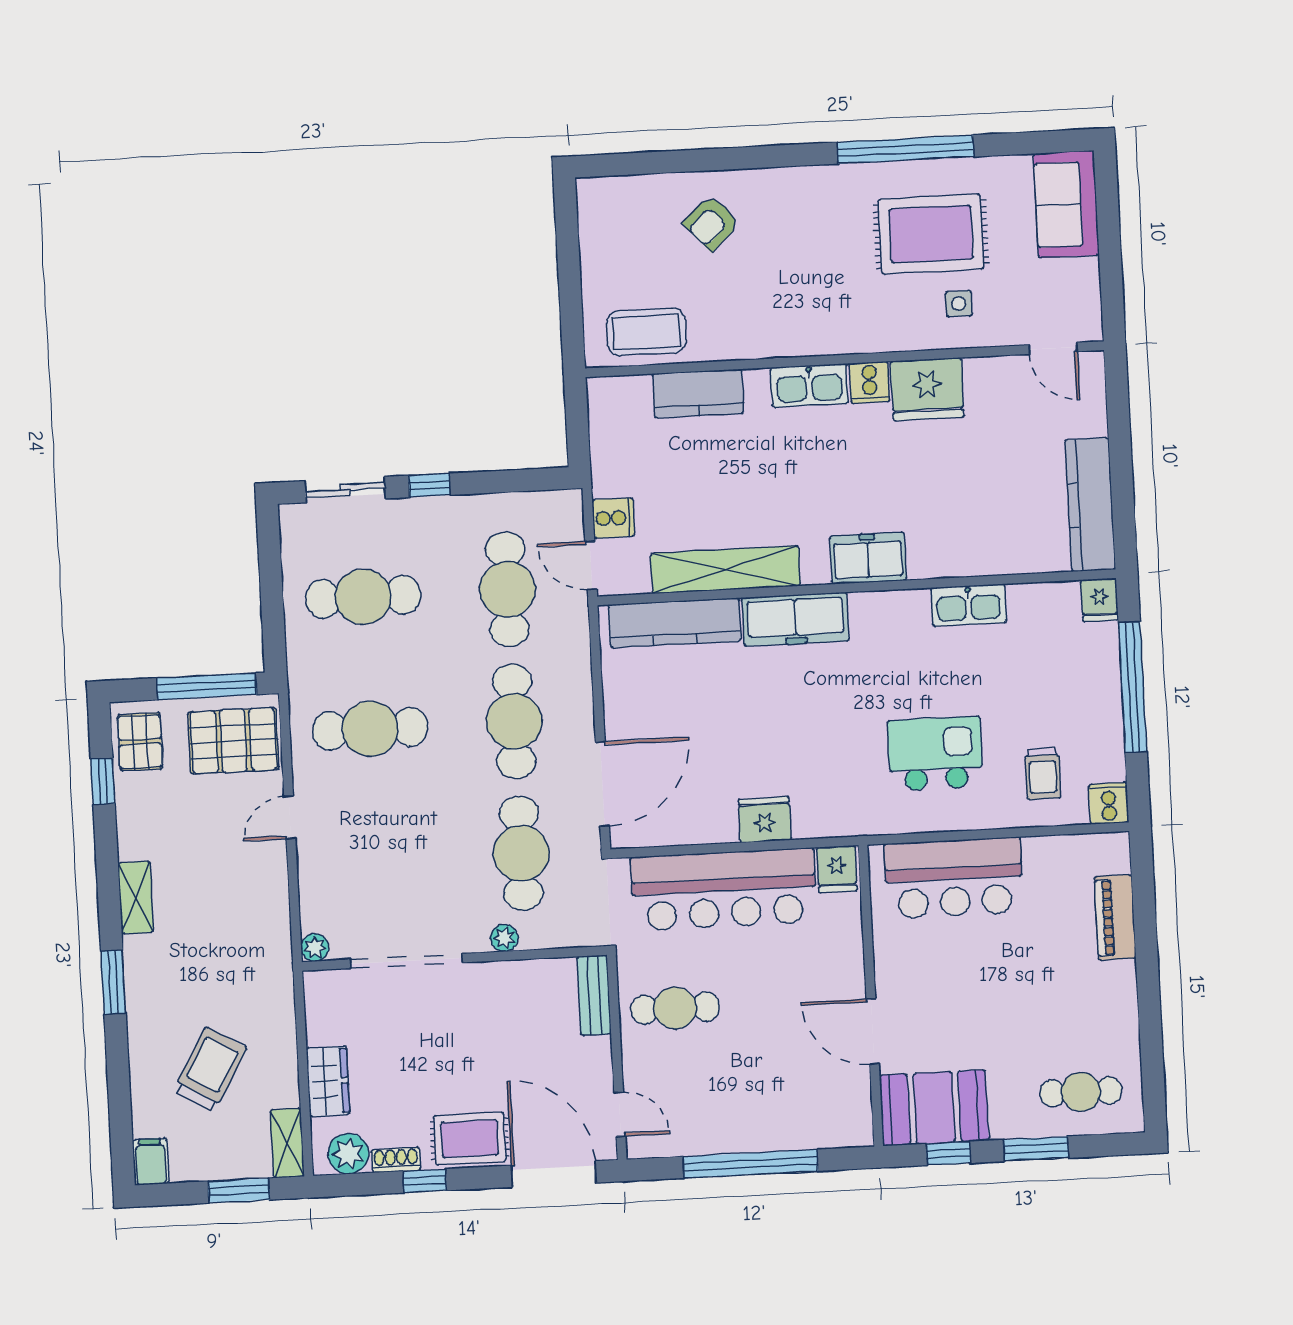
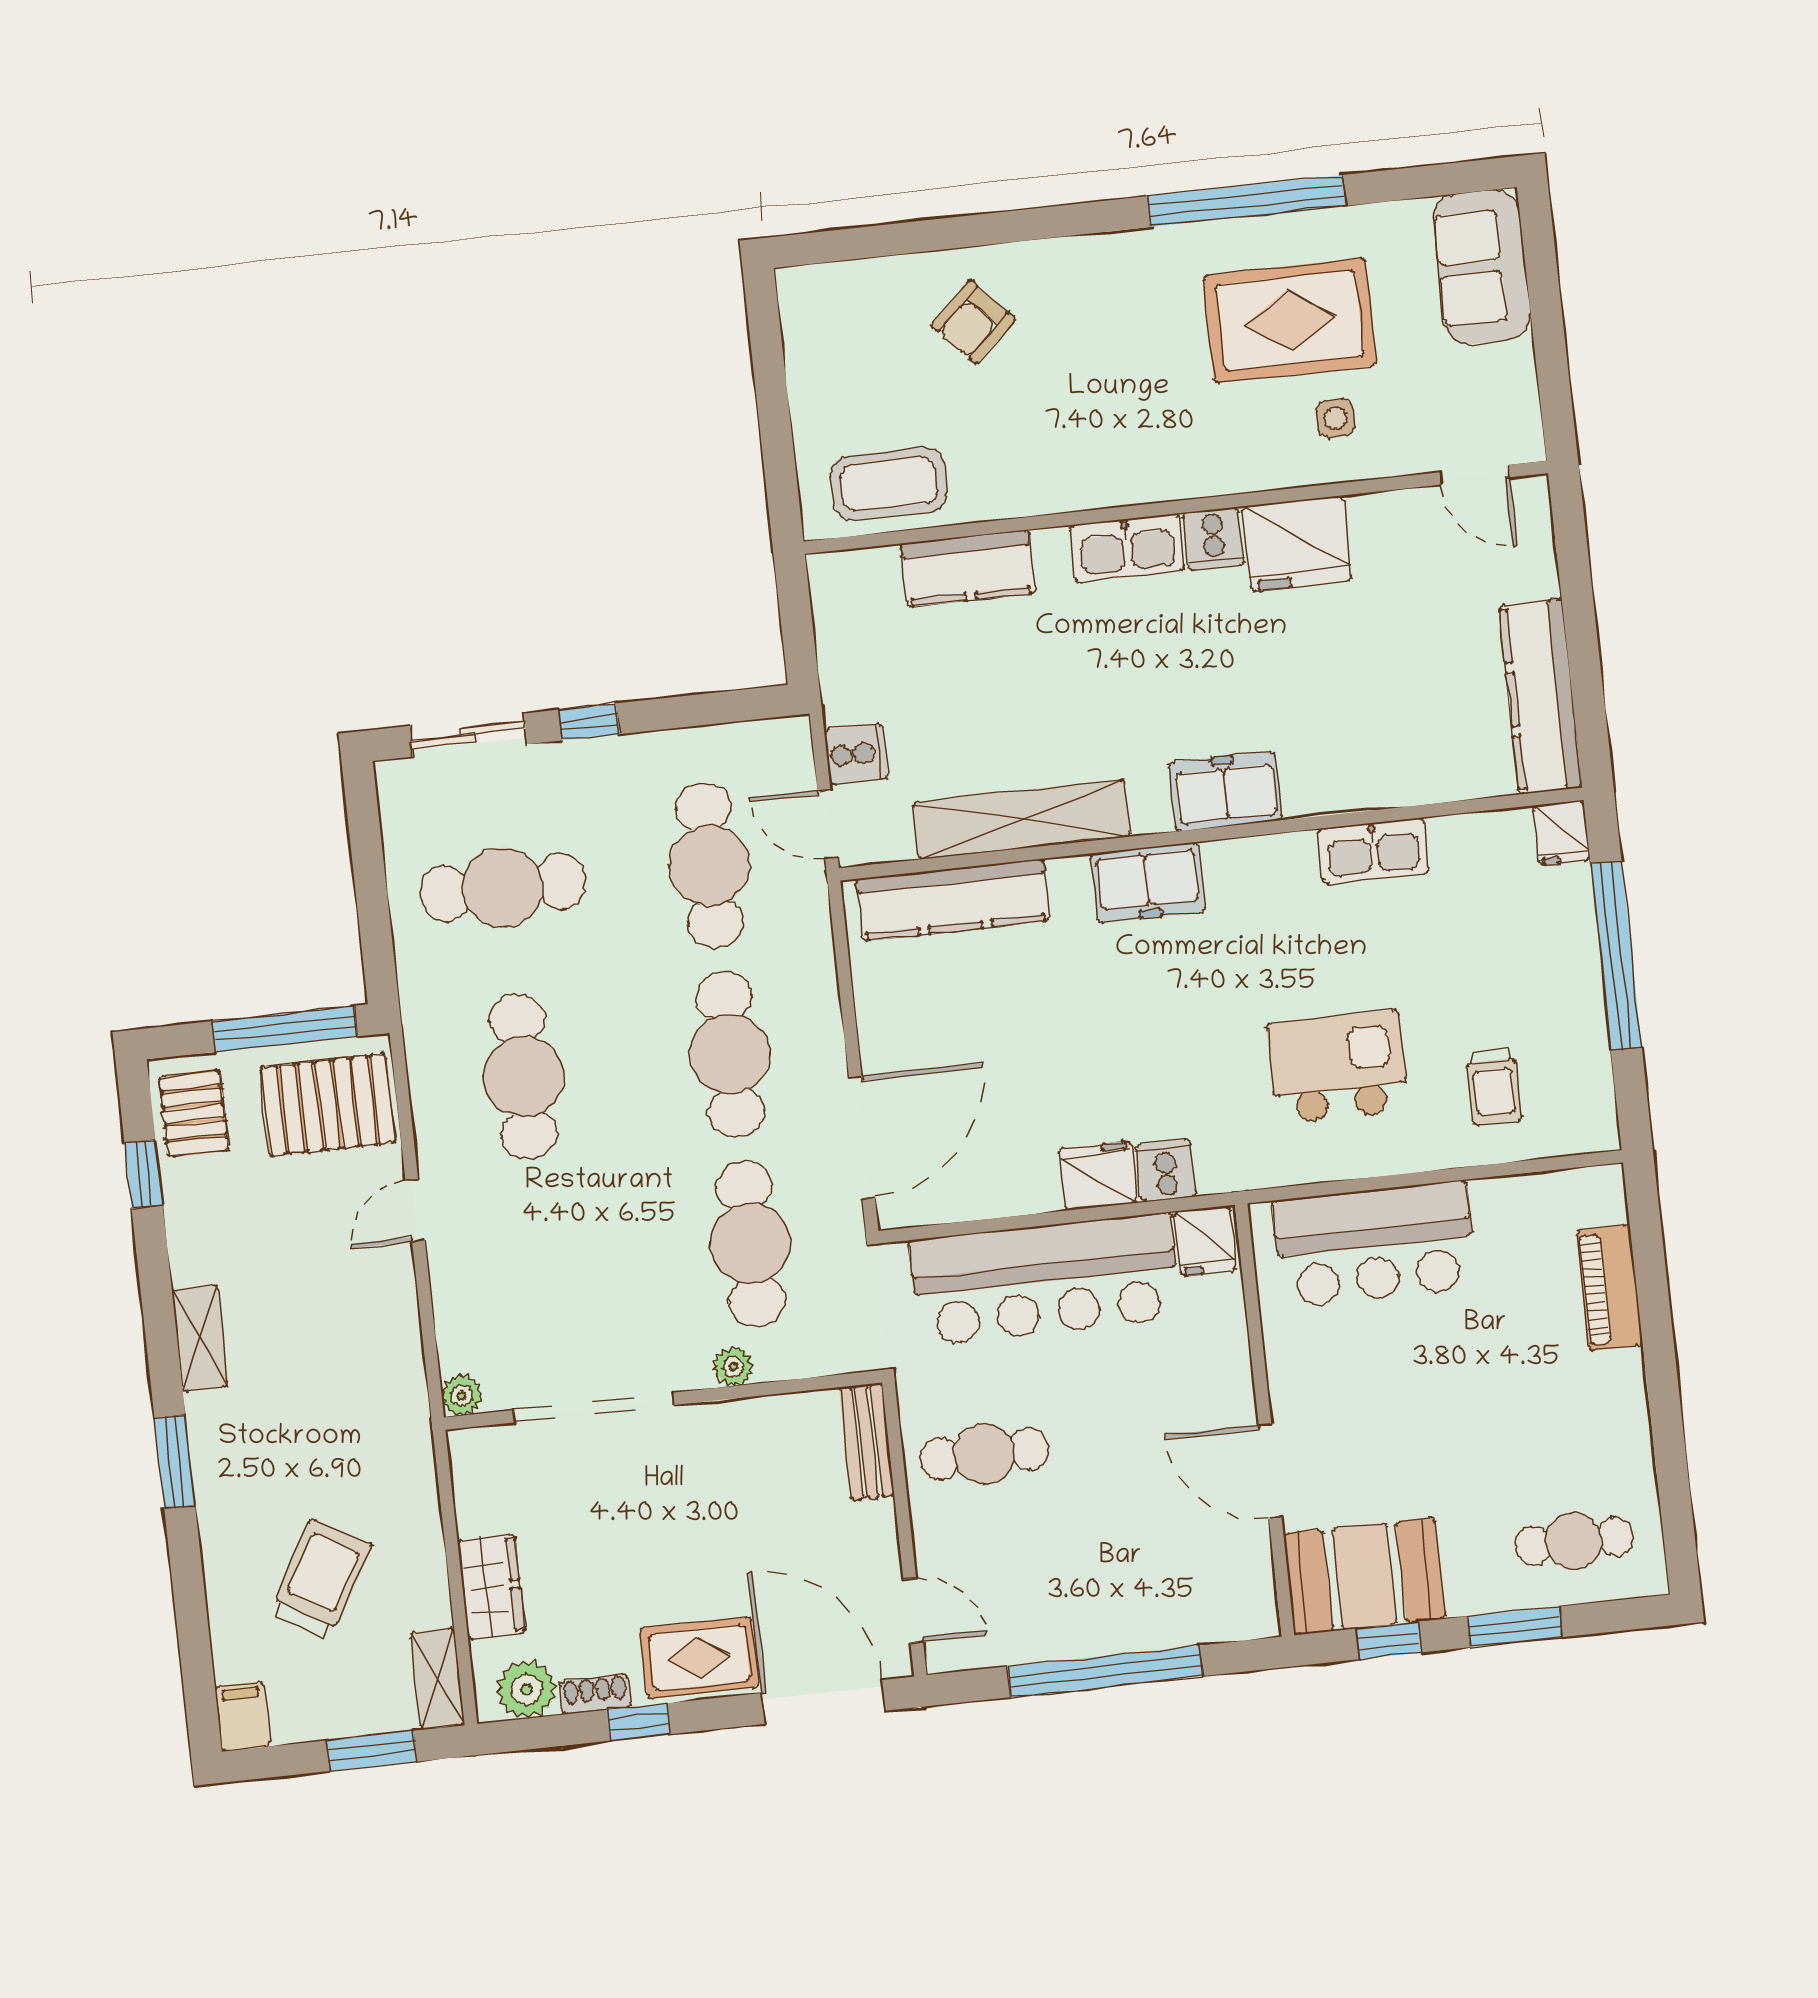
freezer: (795, 619) -> (1148, 883), width x0.71
cafe table: (370, 729) -> (523, 1077), turned 90
cooker: (1109, 803) -> (1166, 1171), moved

